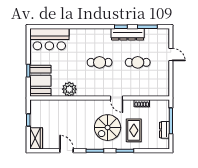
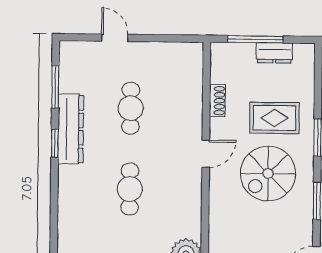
door: (171, 55) -> (115, 38), hinge flipped
spiral stairs: (108, 128) -> (268, 174), turned 90

